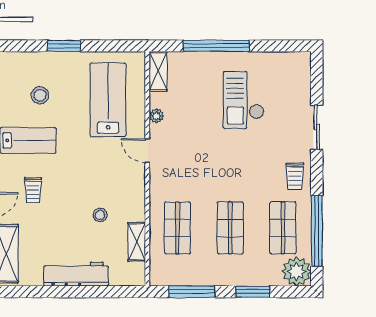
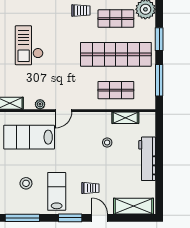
checkout: (244, 100) -> (29, 45), turned 90
shop shelf: (230, 228) -> (116, 54), width x2.00, depth x1.36

